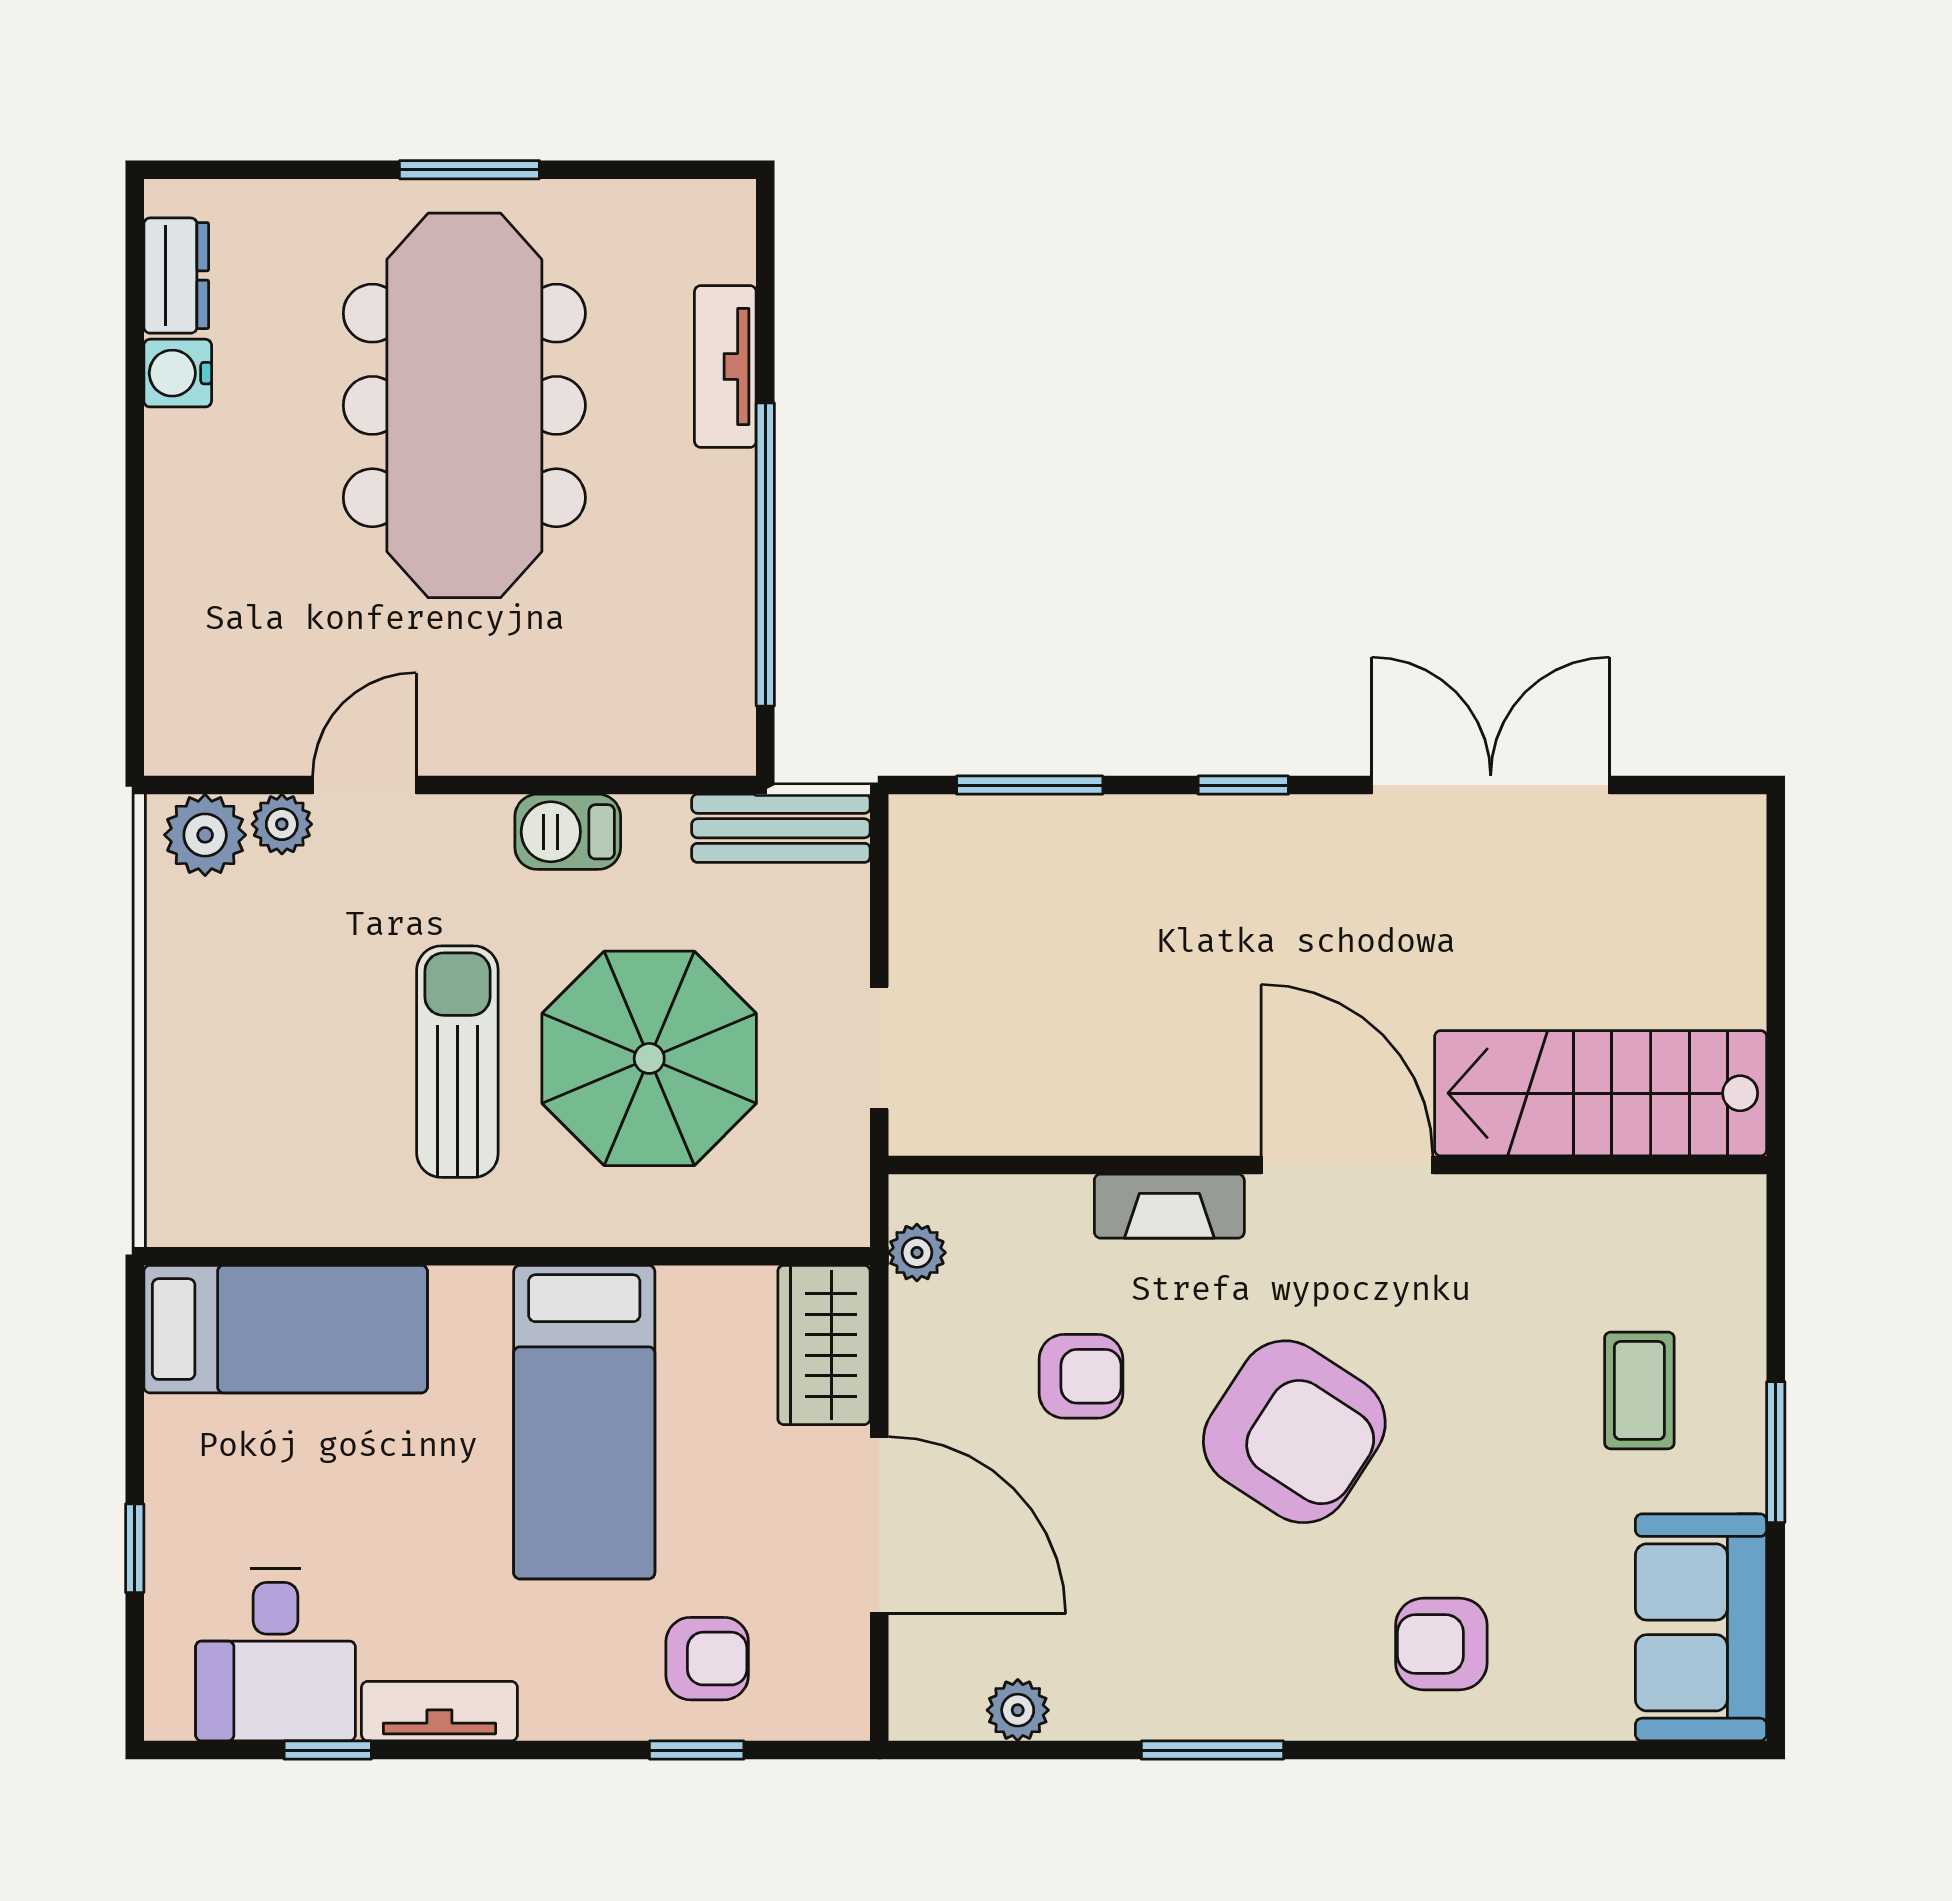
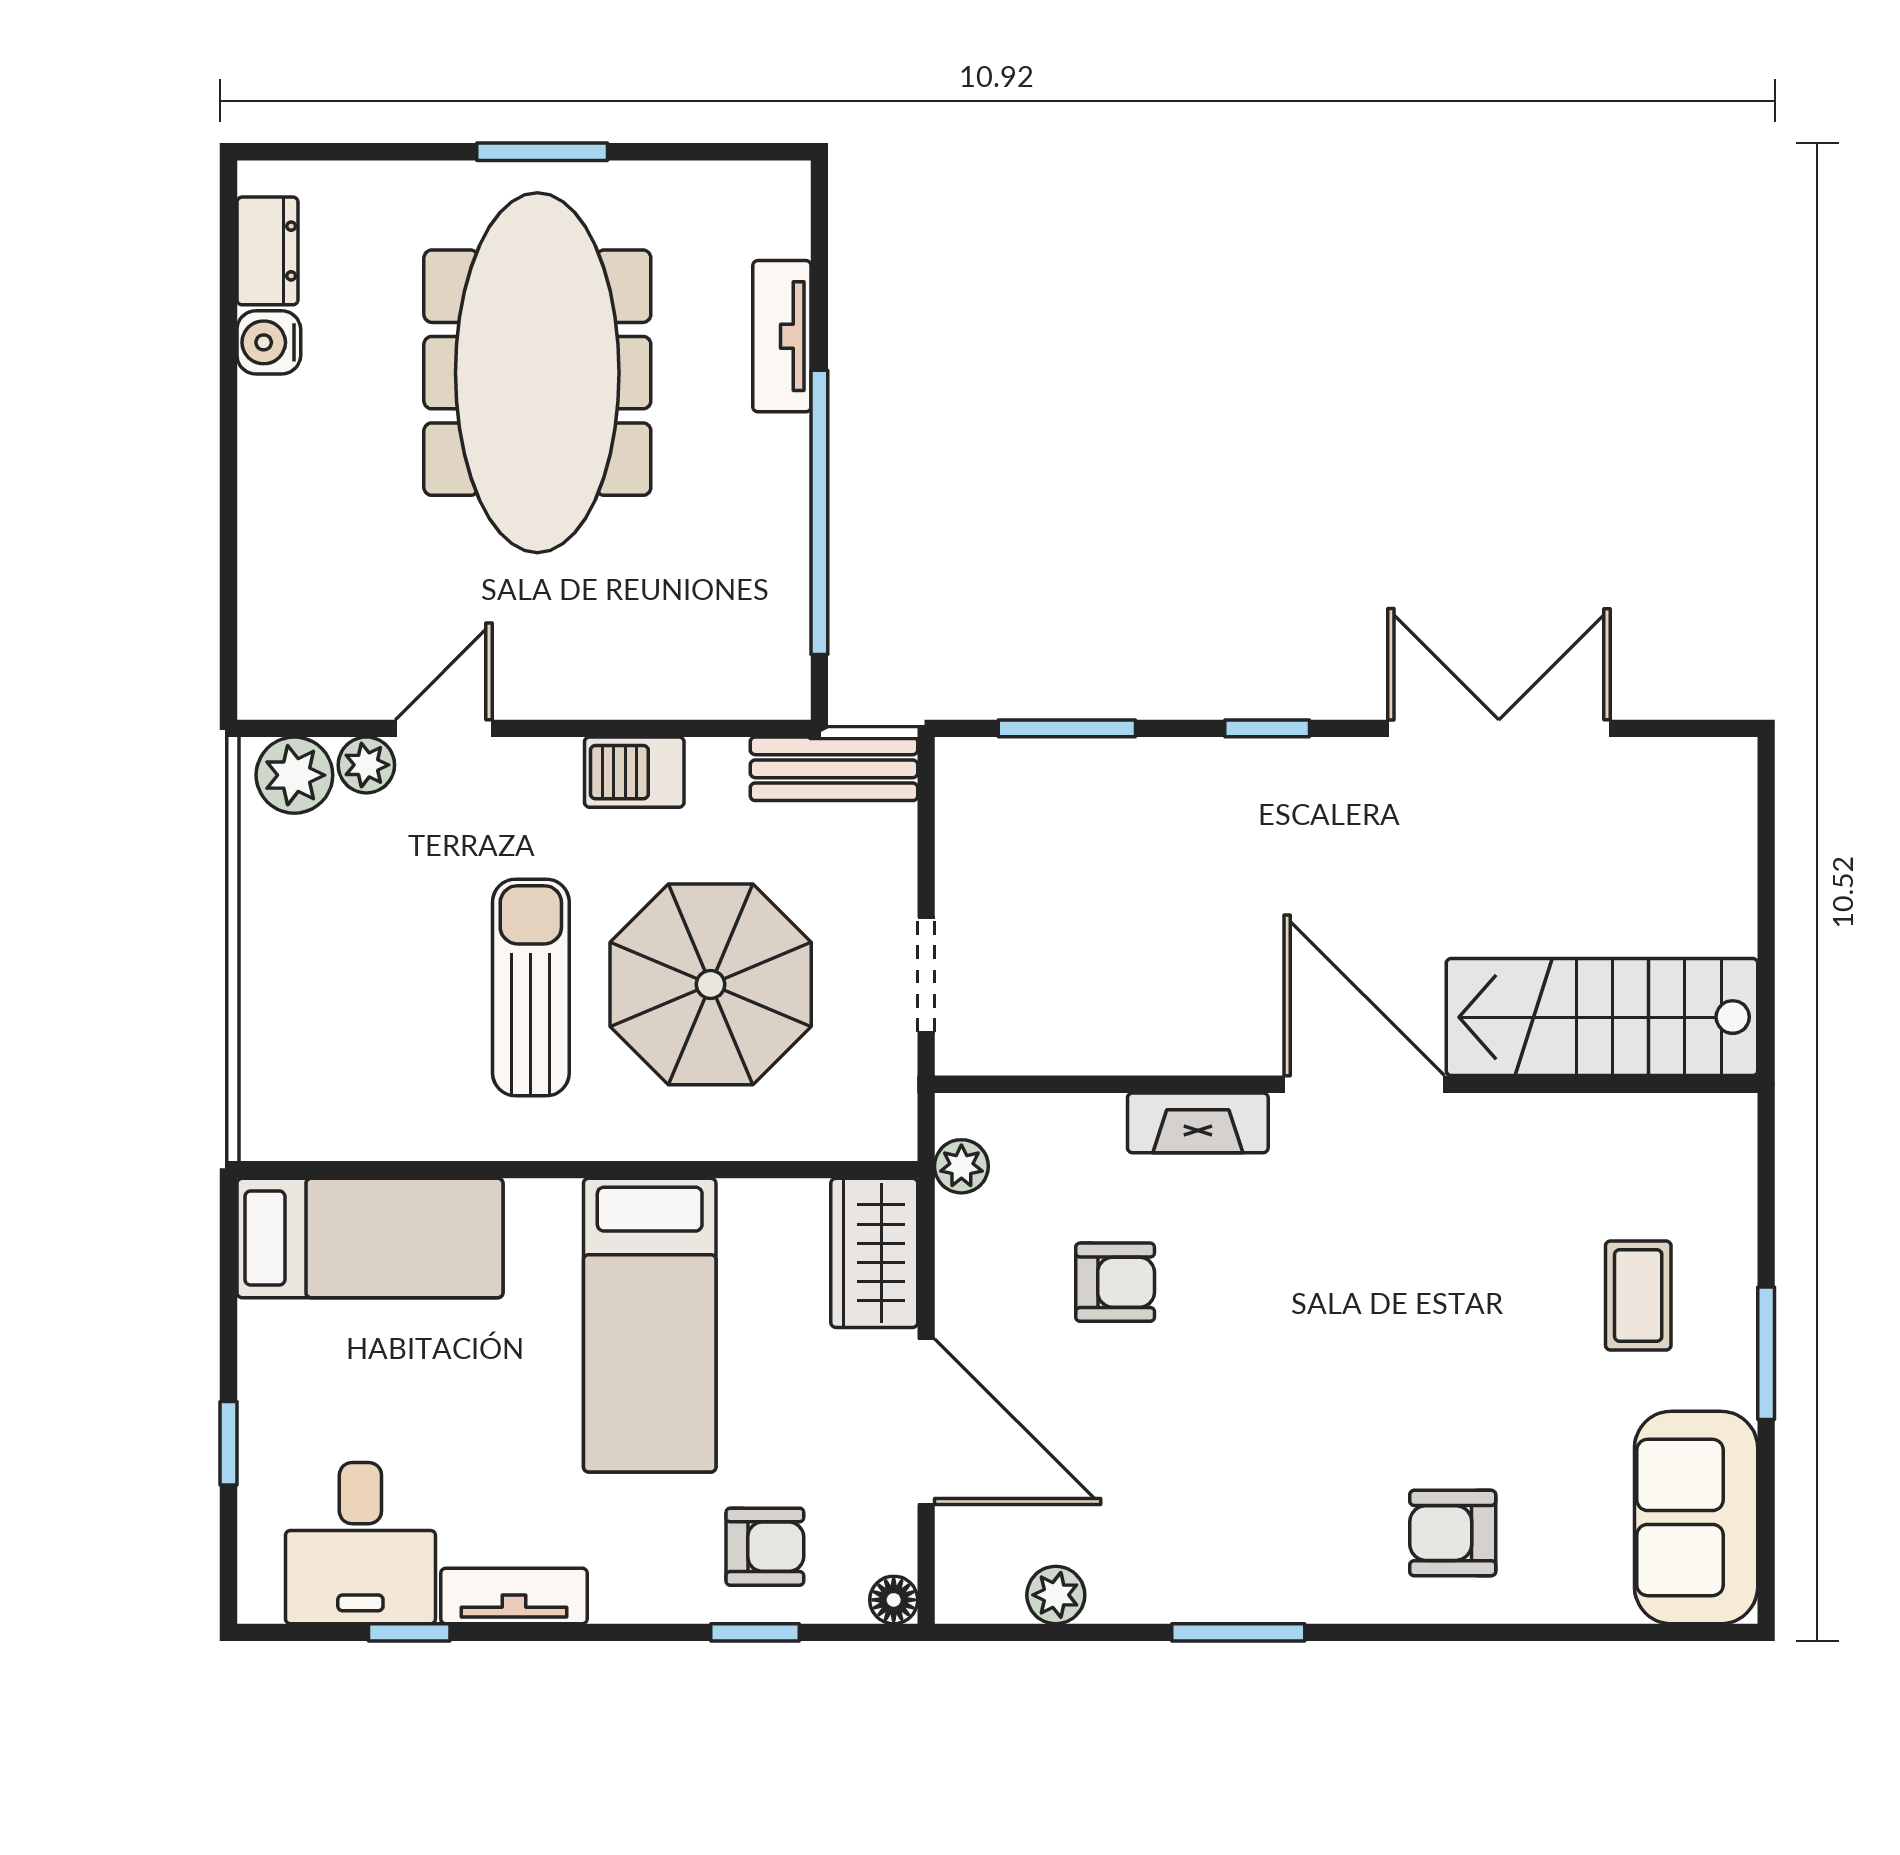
armchair: (1294, 1432) -> (1315, 1334), removed
floor lamp: (845, 1715) -> (894, 1600), added

